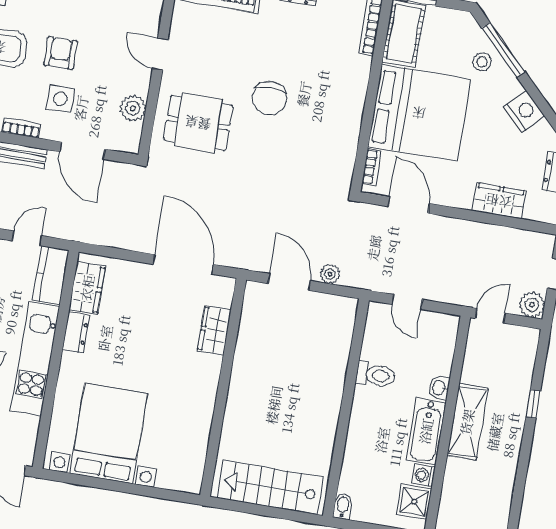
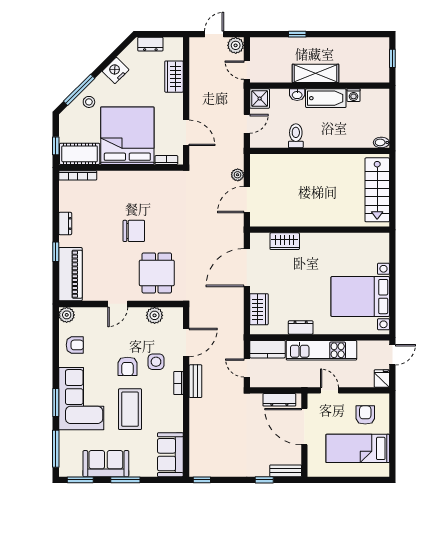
armchair: (61, 53) -> (128, 366), turned -90
door: (409, 205) -> (186, 133), swing flipped
wardrobe: (87, 288) -> (259, 309), moved, turned 90
shower: (414, 502) -> (260, 99), moved

